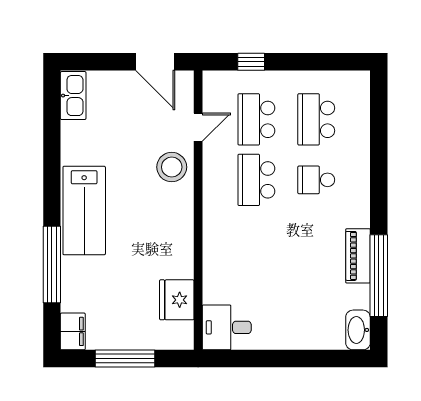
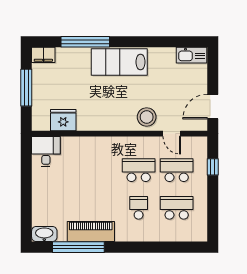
piano: (358, 256) -> (91, 232), width x1.37, depth x1.33

